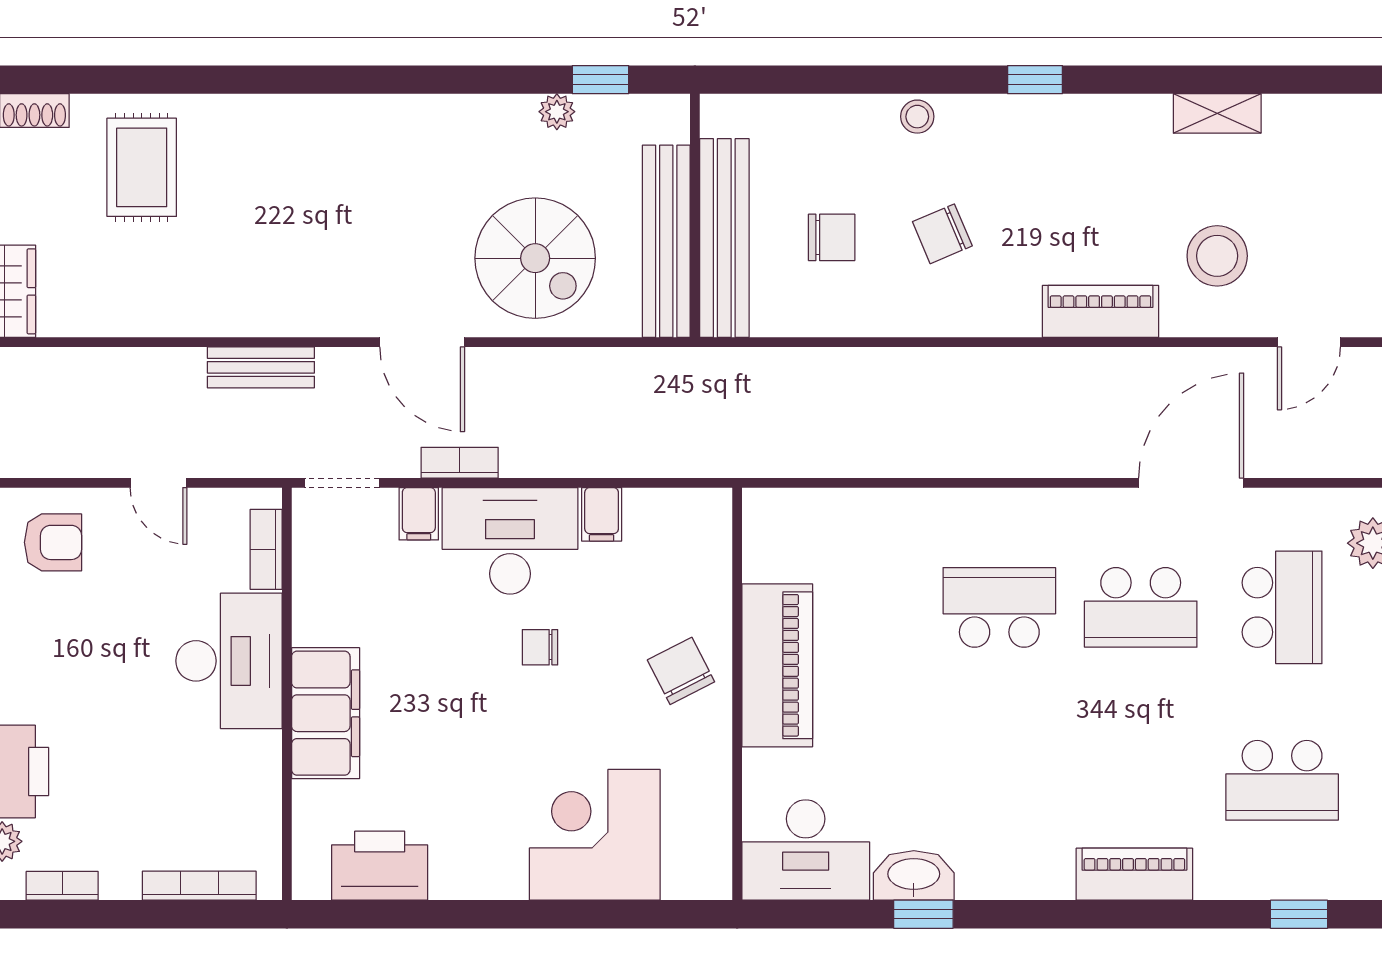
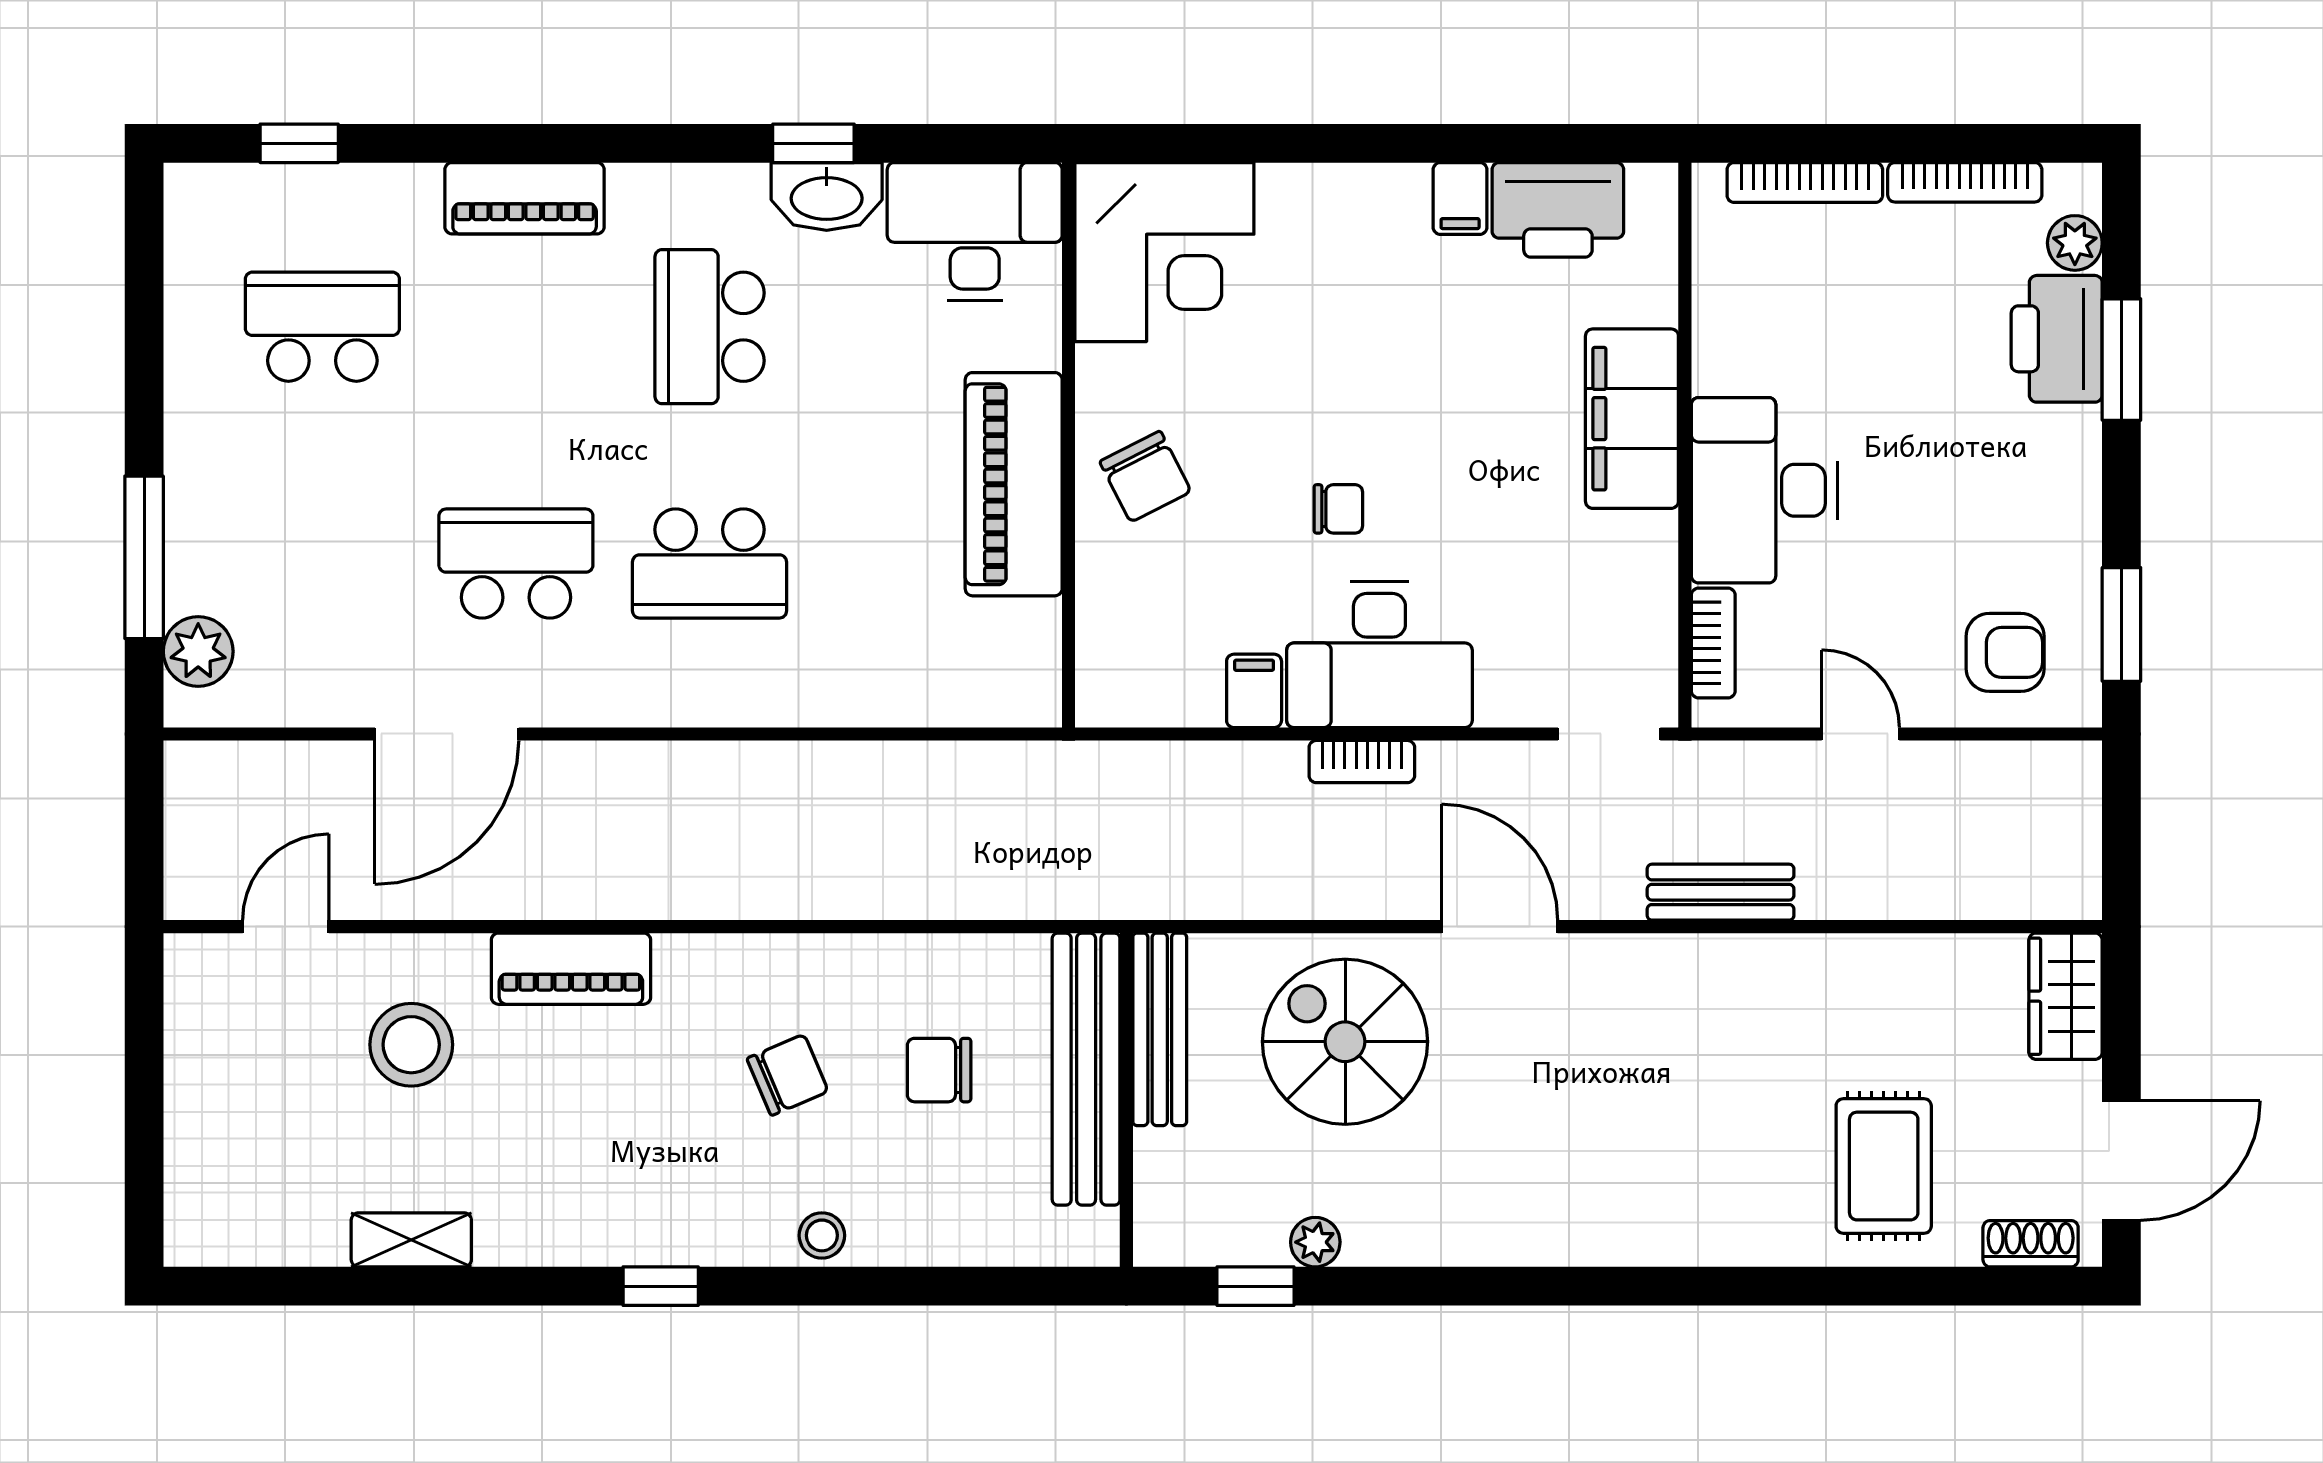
bench: (666, 241) -> (1160, 1029), width x0.73, depth x0.82
bookcase: (460, 463) -> (1362, 762), moved
filing cabinet: (419, 514) -> (1460, 198), moved, turned 180
armchair: (53, 542) -> (2005, 652), turned 180
school desk: (1282, 607) -> (710, 327), moved
corner desk: (595, 835) -> (1164, 252), moved
bookcase: (62, 886) -> (1965, 182), width x1.56

